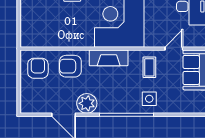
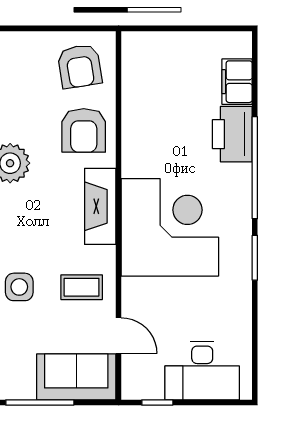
armchair: (70, 66) -> (84, 130), turned 180
armchair: (38, 68) -> (80, 66), turned 81

